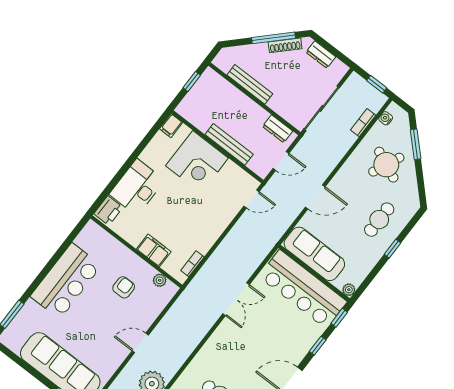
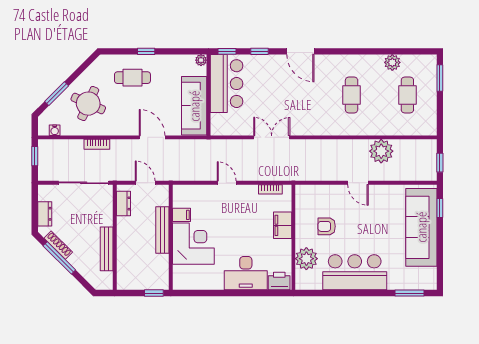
window: (192, 81) -> (154, 293), moved
bookcase: (363, 123) -> (97, 144), moved
filing cabinet: (171, 126) -> (181, 215), moved
door: (252, 199) -> (227, 183), moved
plant: (160, 280) -> (306, 259), moved, width x1.88, depth x1.88
bar counter: (303, 289) -> (227, 84), width x0.73

